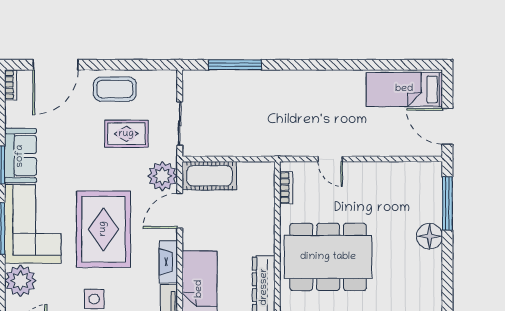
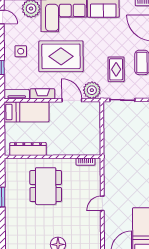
door: (330, 159) -> (102, 203), moved
cot: (210, 176) -> (92, 117), removed
dining table: (328, 257) -> (46, 186), width x0.73, depth x0.80

